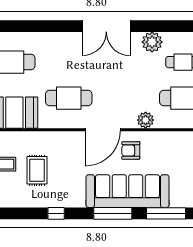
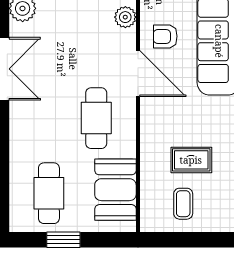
armchair: (131, 150) -> (165, 36), turned 90

